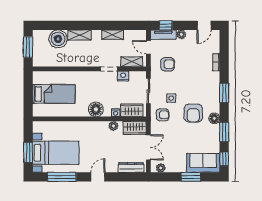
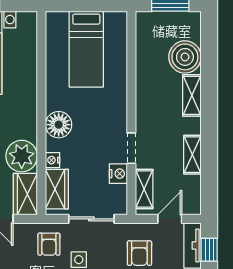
plant: (113, 126) -> (22, 156), width x1.88, depth x1.88

